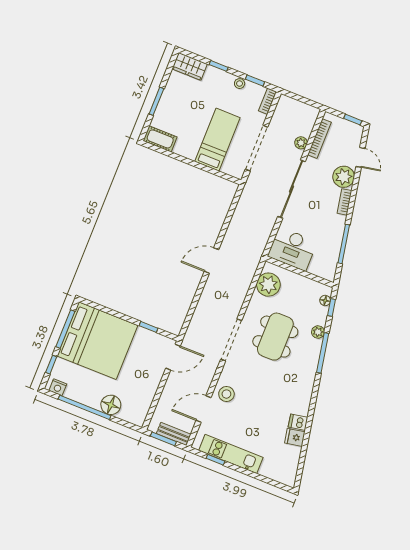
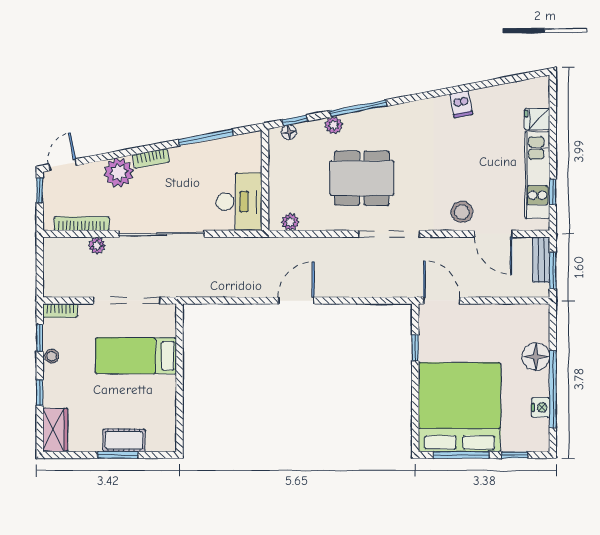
cot: (160, 139) -> (124, 440), moved, turned 90
door: (361, 157) -> (63, 165), moved
door: (212, 261) -> (296, 301), swing flipped
plant: (268, 285) -> (290, 222), width x0.53, depth x0.53
nightstand: (58, 387) -> (541, 407), moved
fridge: (295, 437) -> (537, 119), moved, turned 101

